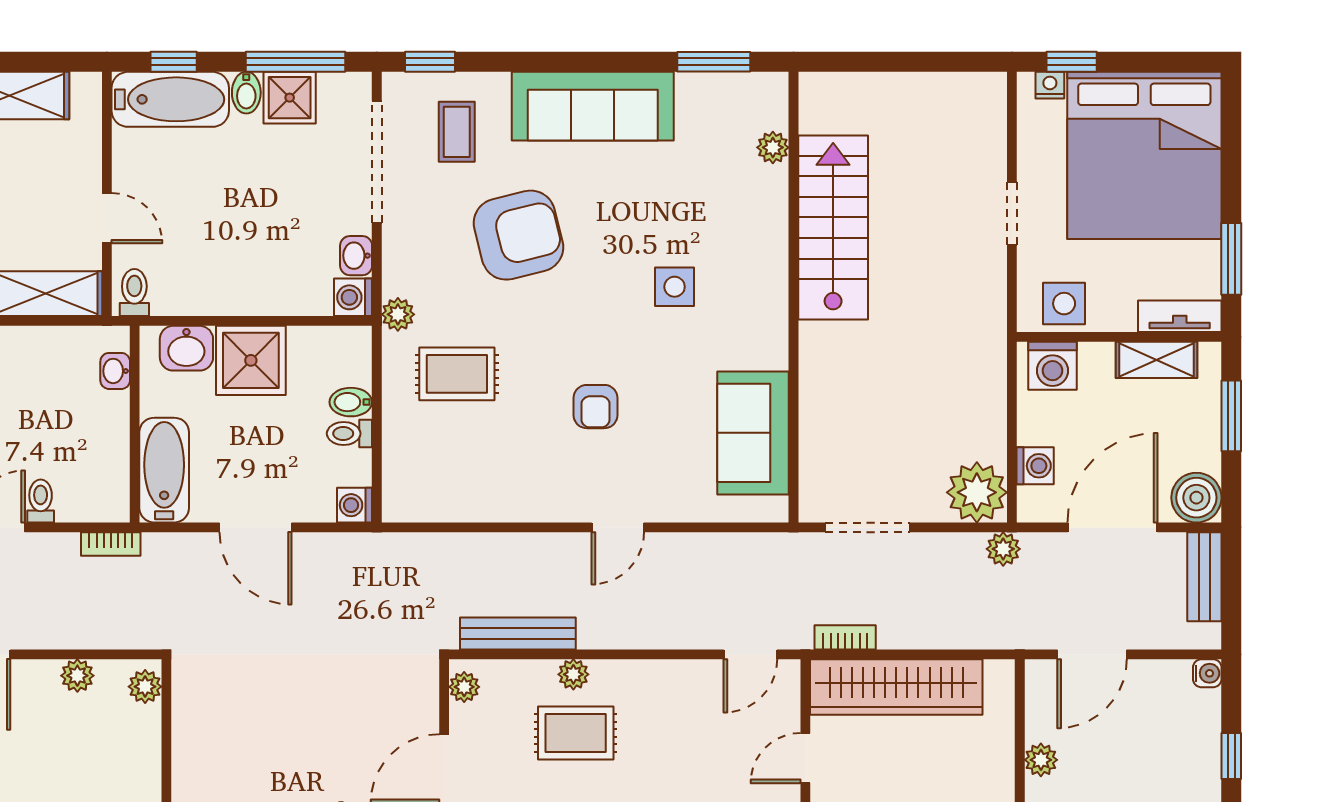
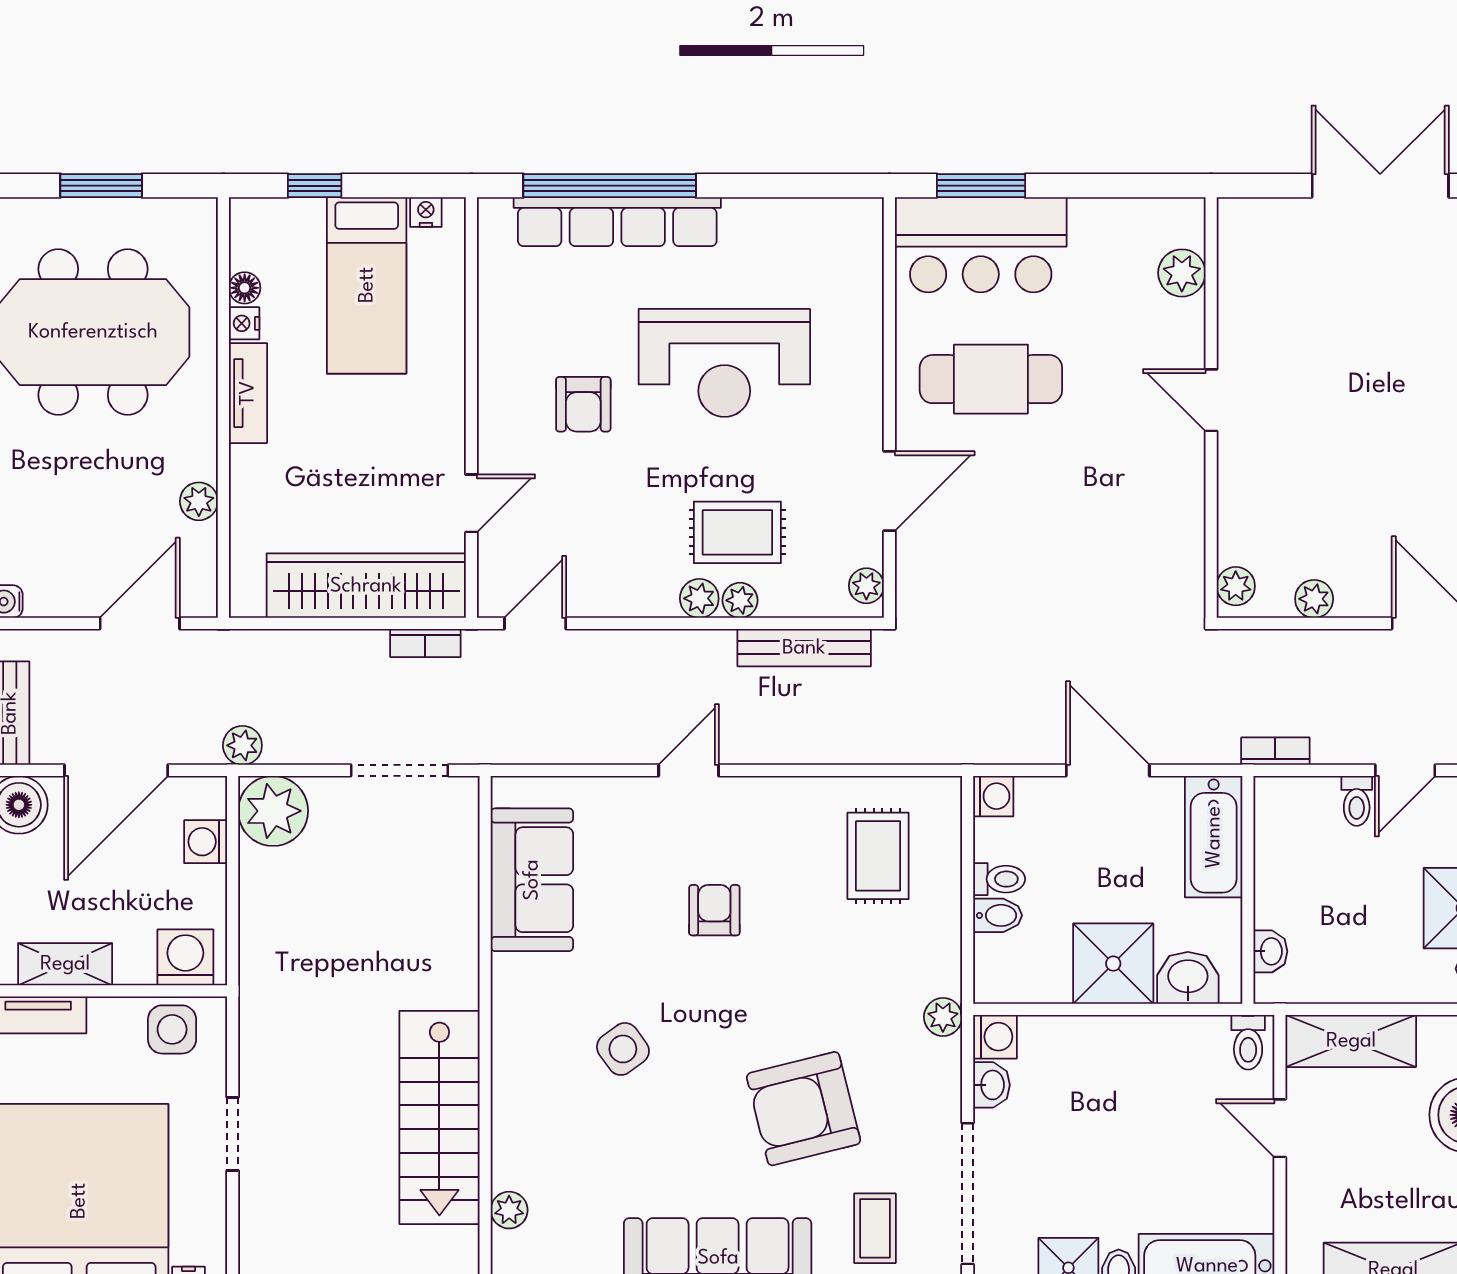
side table: (675, 287) -> (623, 1049), turned -36
rug: (457, 374) -> (878, 856), moved, turned 90
plant: (609, 676) -> (699, 598), added

